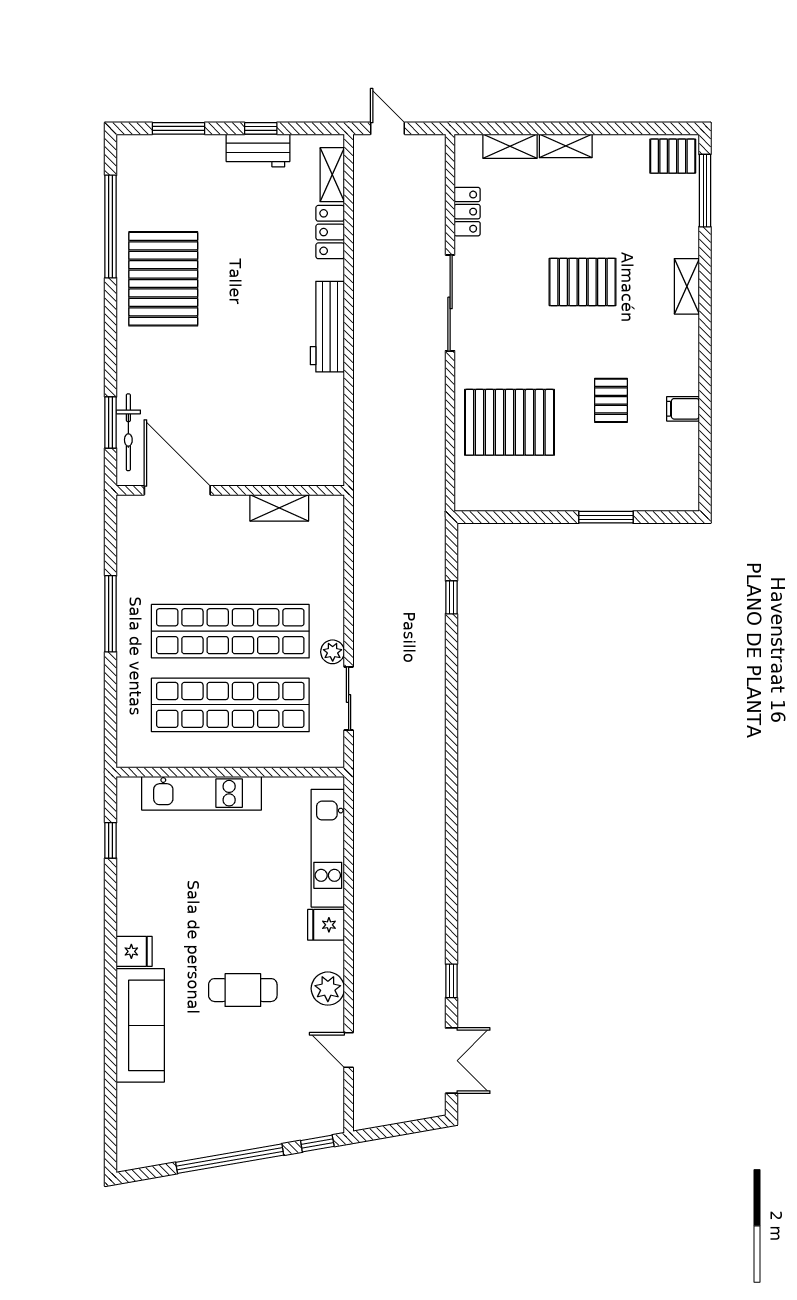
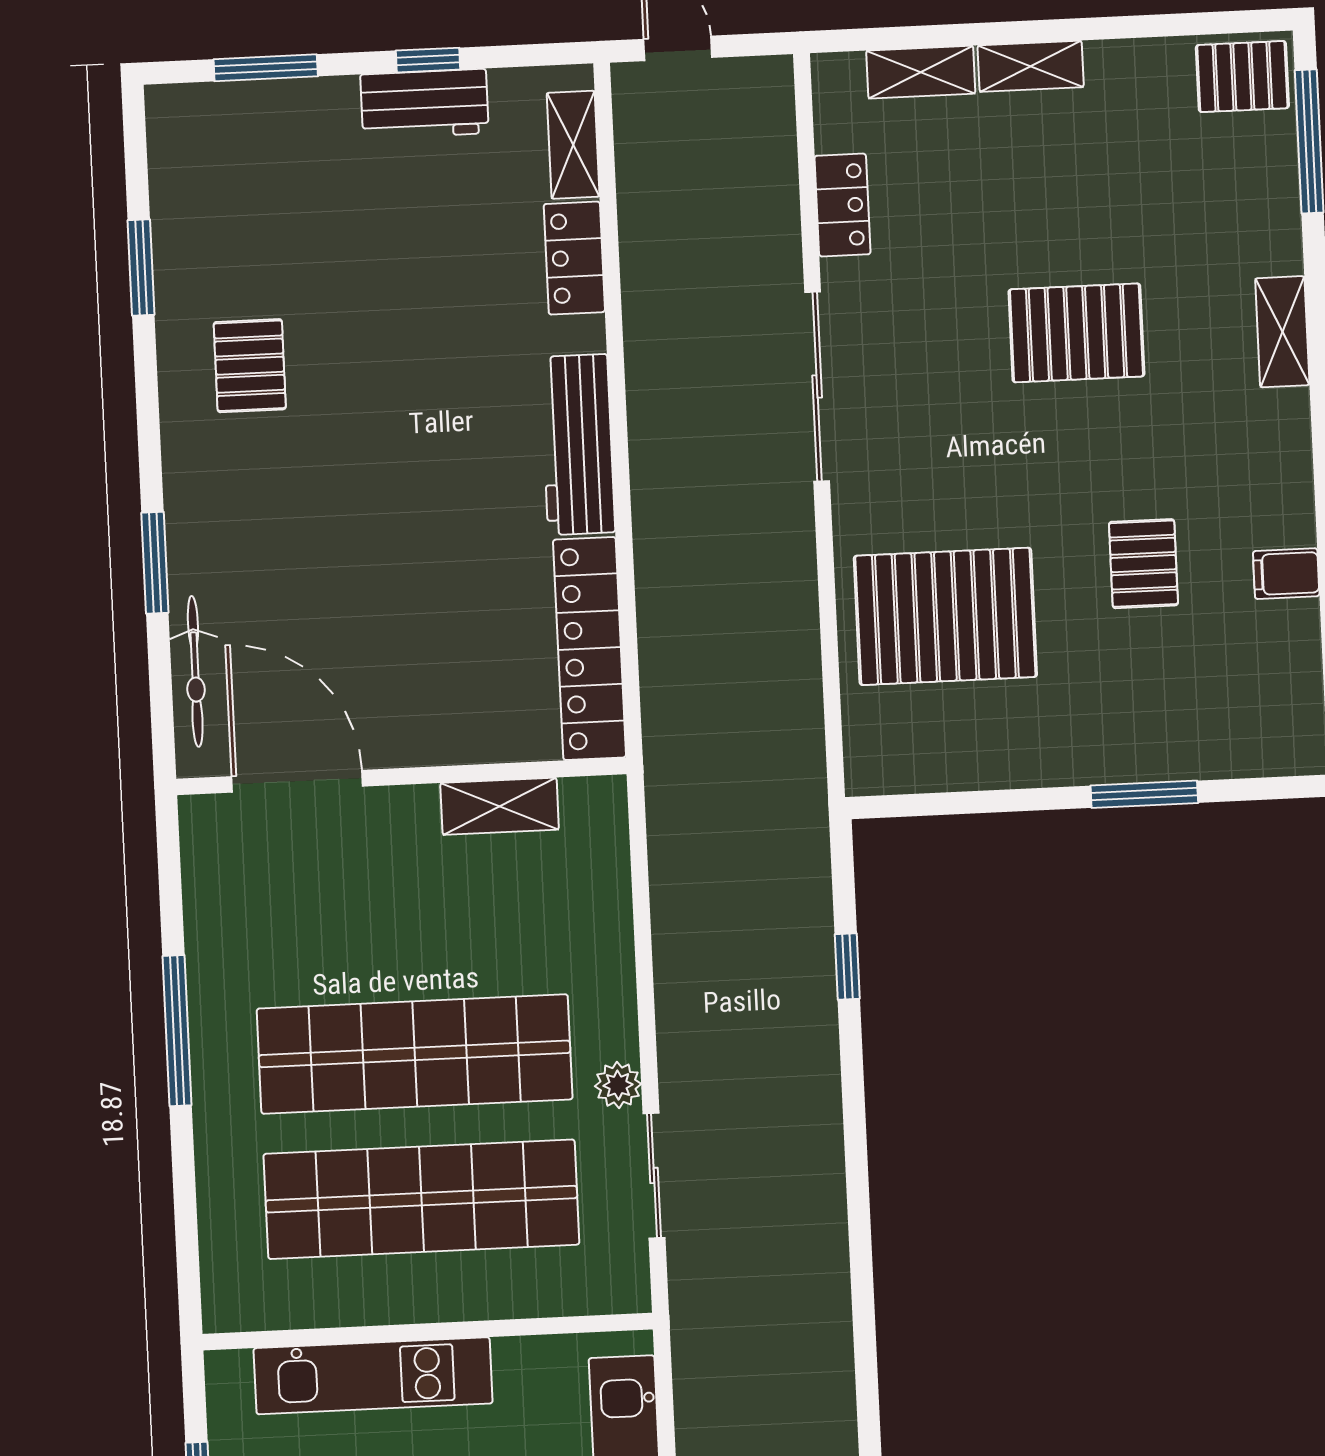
window: (111, 227) -> (141, 267), width x0.47
pallet: (163, 279) -> (250, 366), width x0.49, depth x0.50
window: (111, 423) -> (155, 563), moved
locker: (329, 430) -> (590, 649), added

